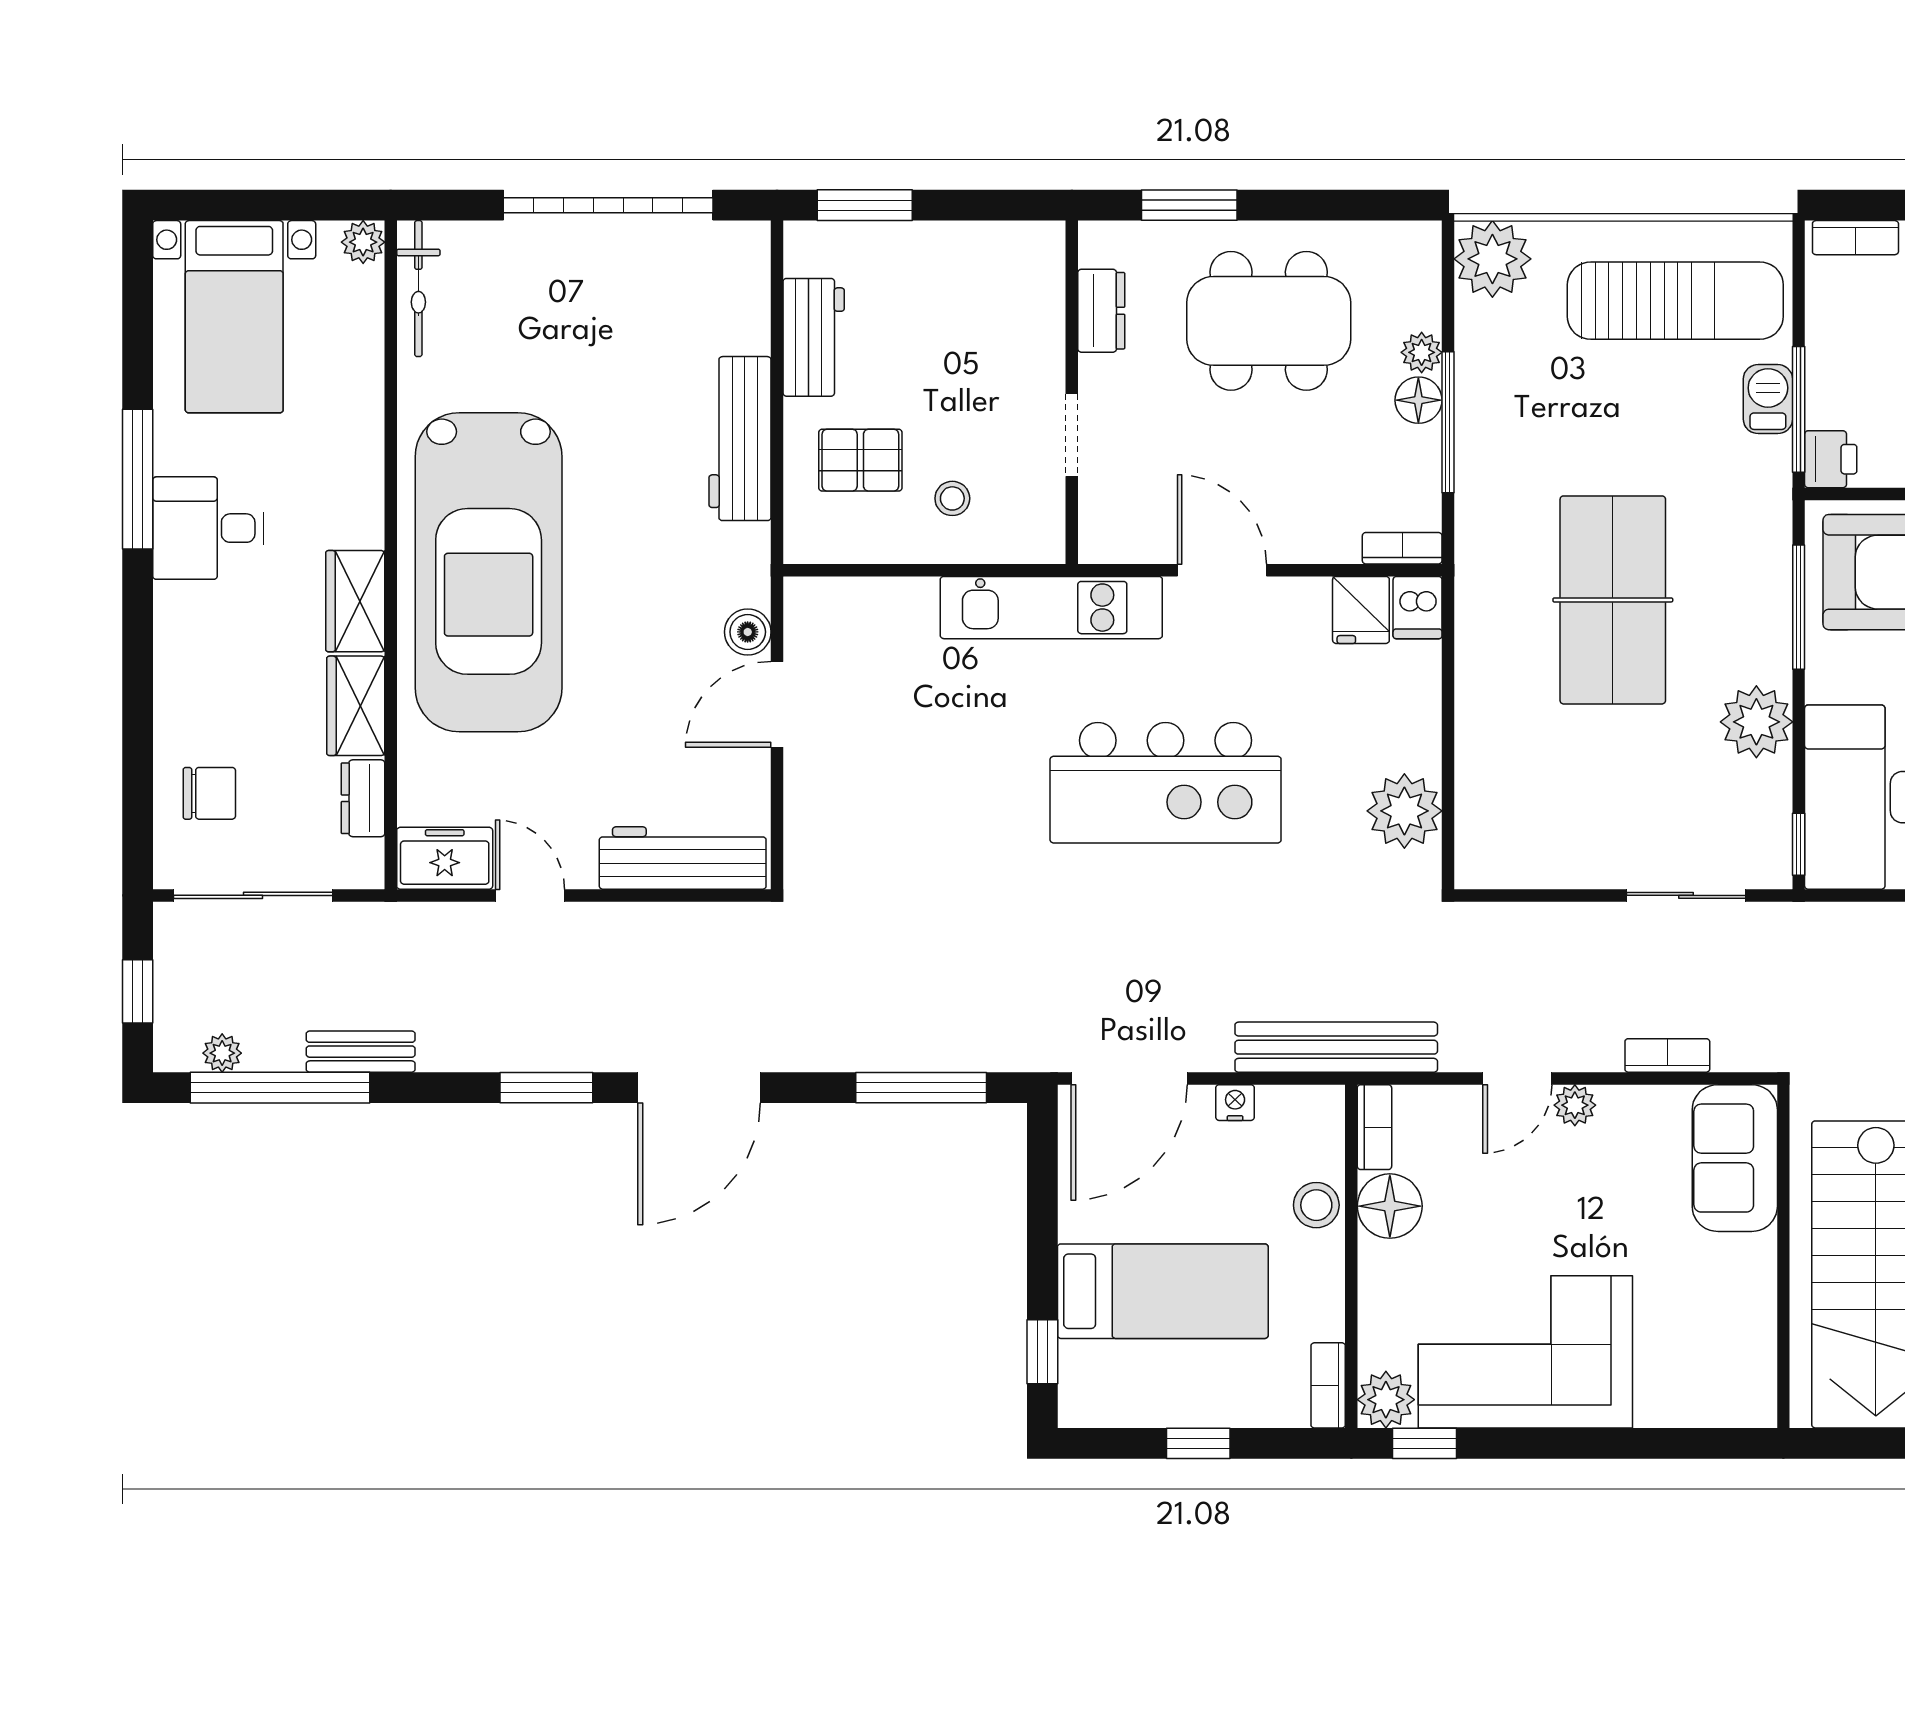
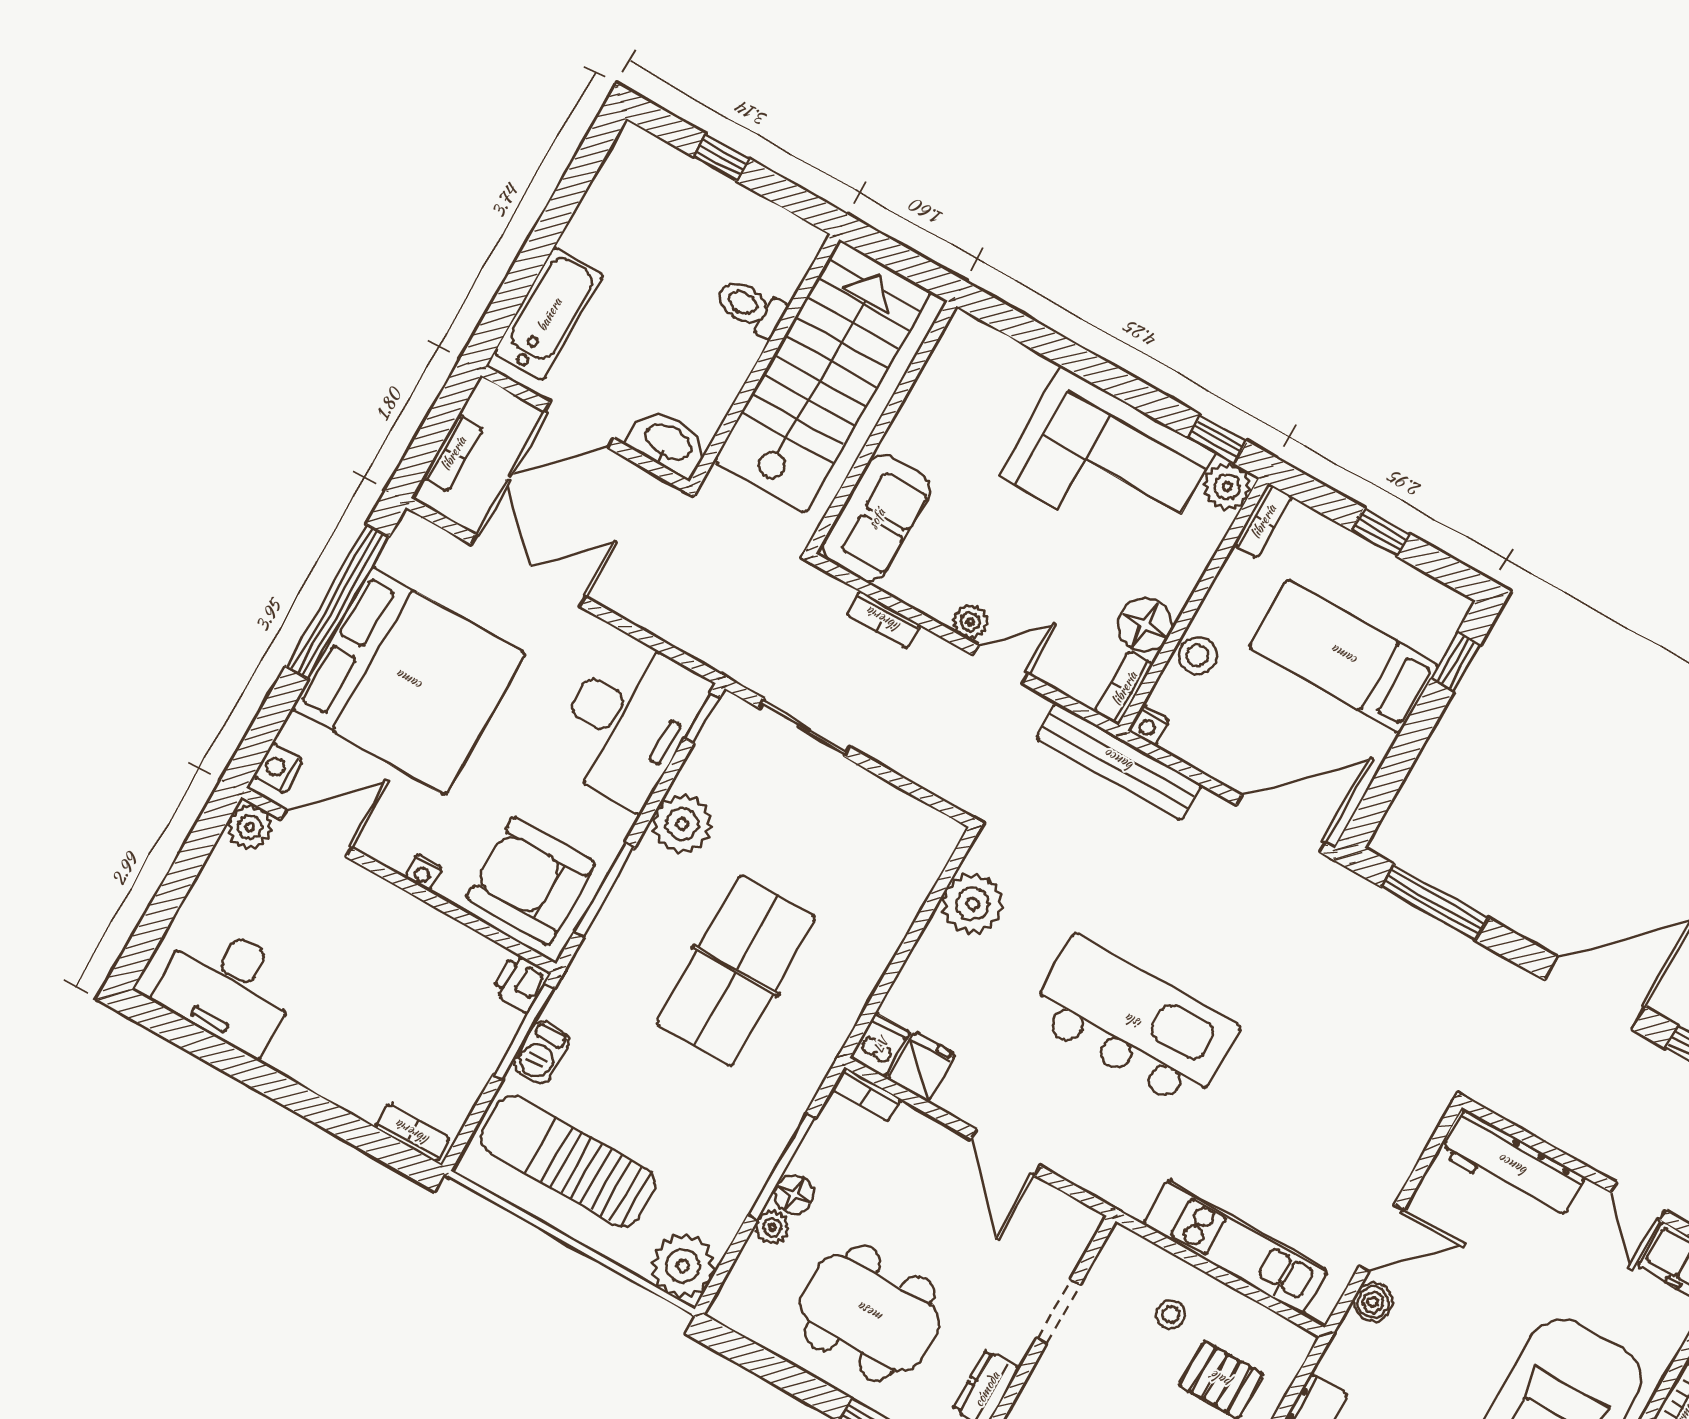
kitchen unit: (1051, 608) -> (1235, 1247), moved
nightstand: (1235, 1103) -> (1149, 726), moved

